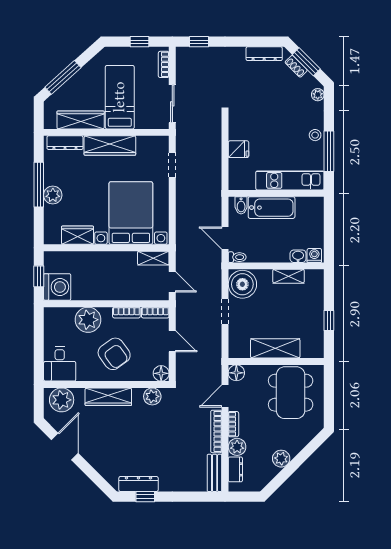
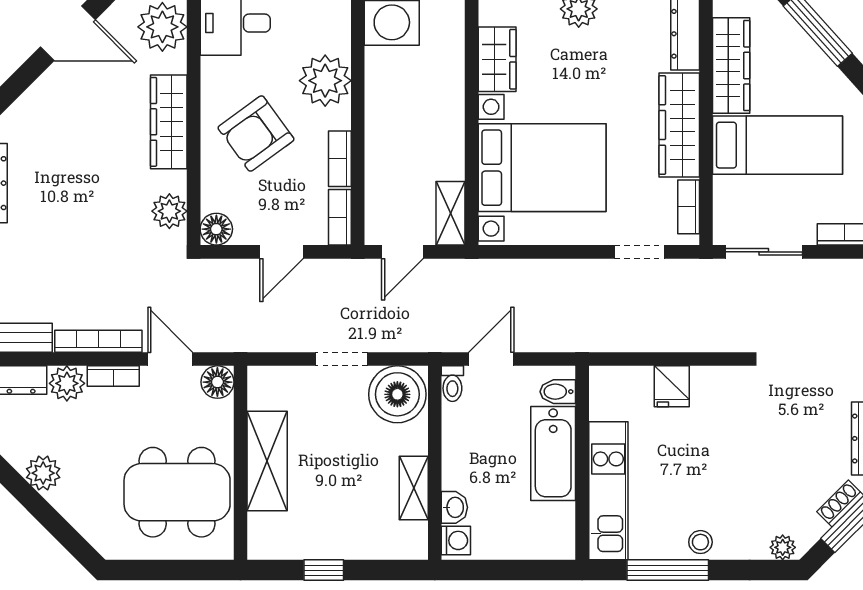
bookcase: (150, 141) -> (689, 207), added

